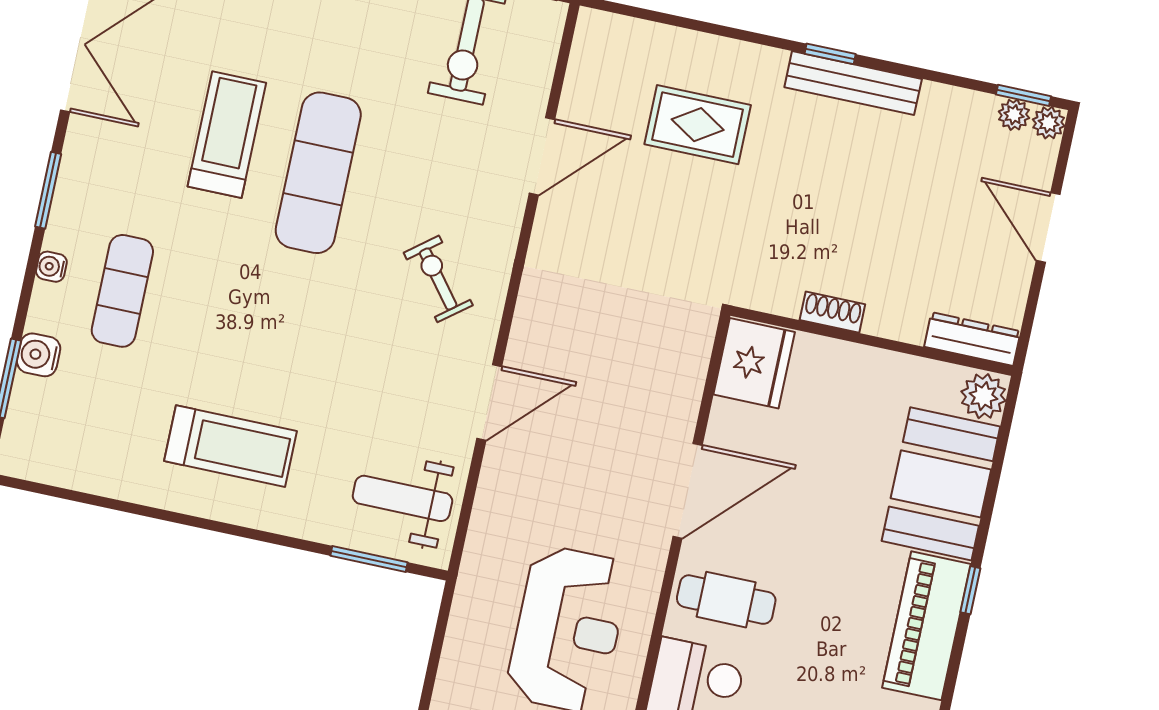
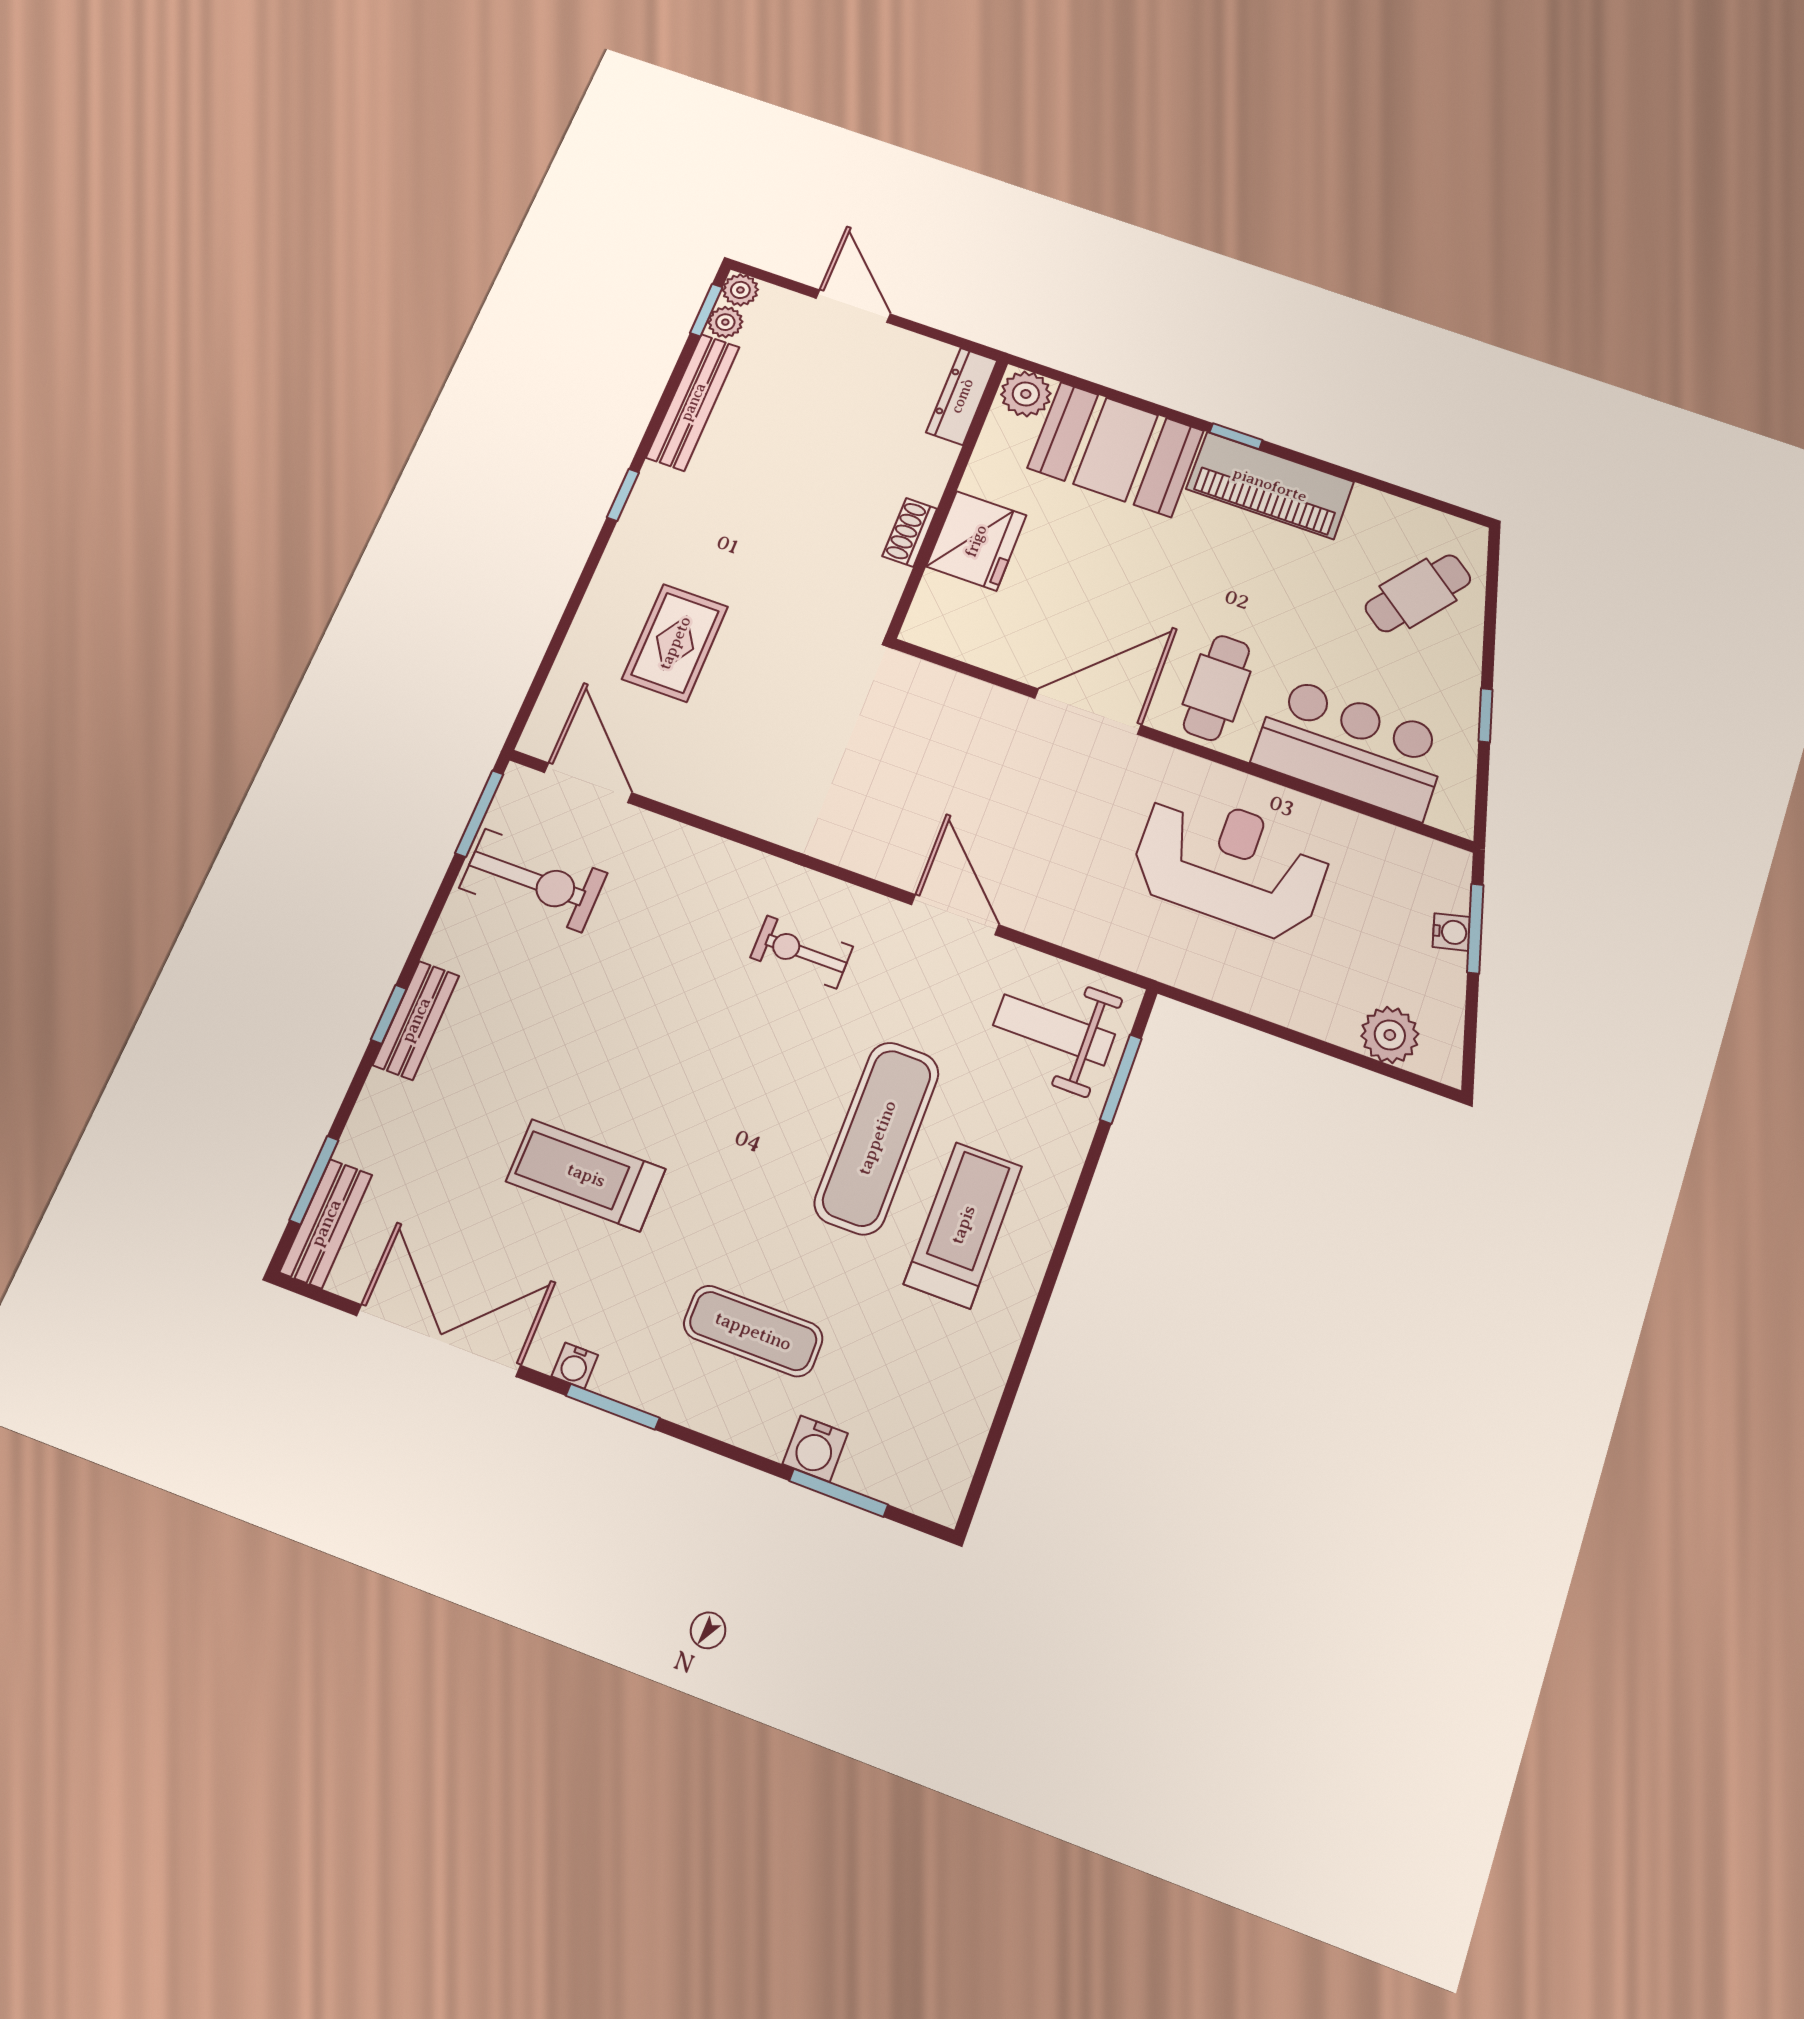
bench: (853, 83) -> (693, 402), moved
door: (542, 156) -> (588, 783), moved
exercise mat: (318, 173) -> (877, 1138), moved, turned 90
door: (1048, 228) -> (853, 306), swing flipped
water cooler: (51, 267) -> (575, 1366), moved
exercise bike: (438, 279) -> (802, 952), turned 38
fridge: (754, 363) -> (976, 541), moved, turned 90
door: (688, 491) -> (1088, 712), hinge flipped
weight bench: (402, 498) -> (1054, 1030), turned 90

